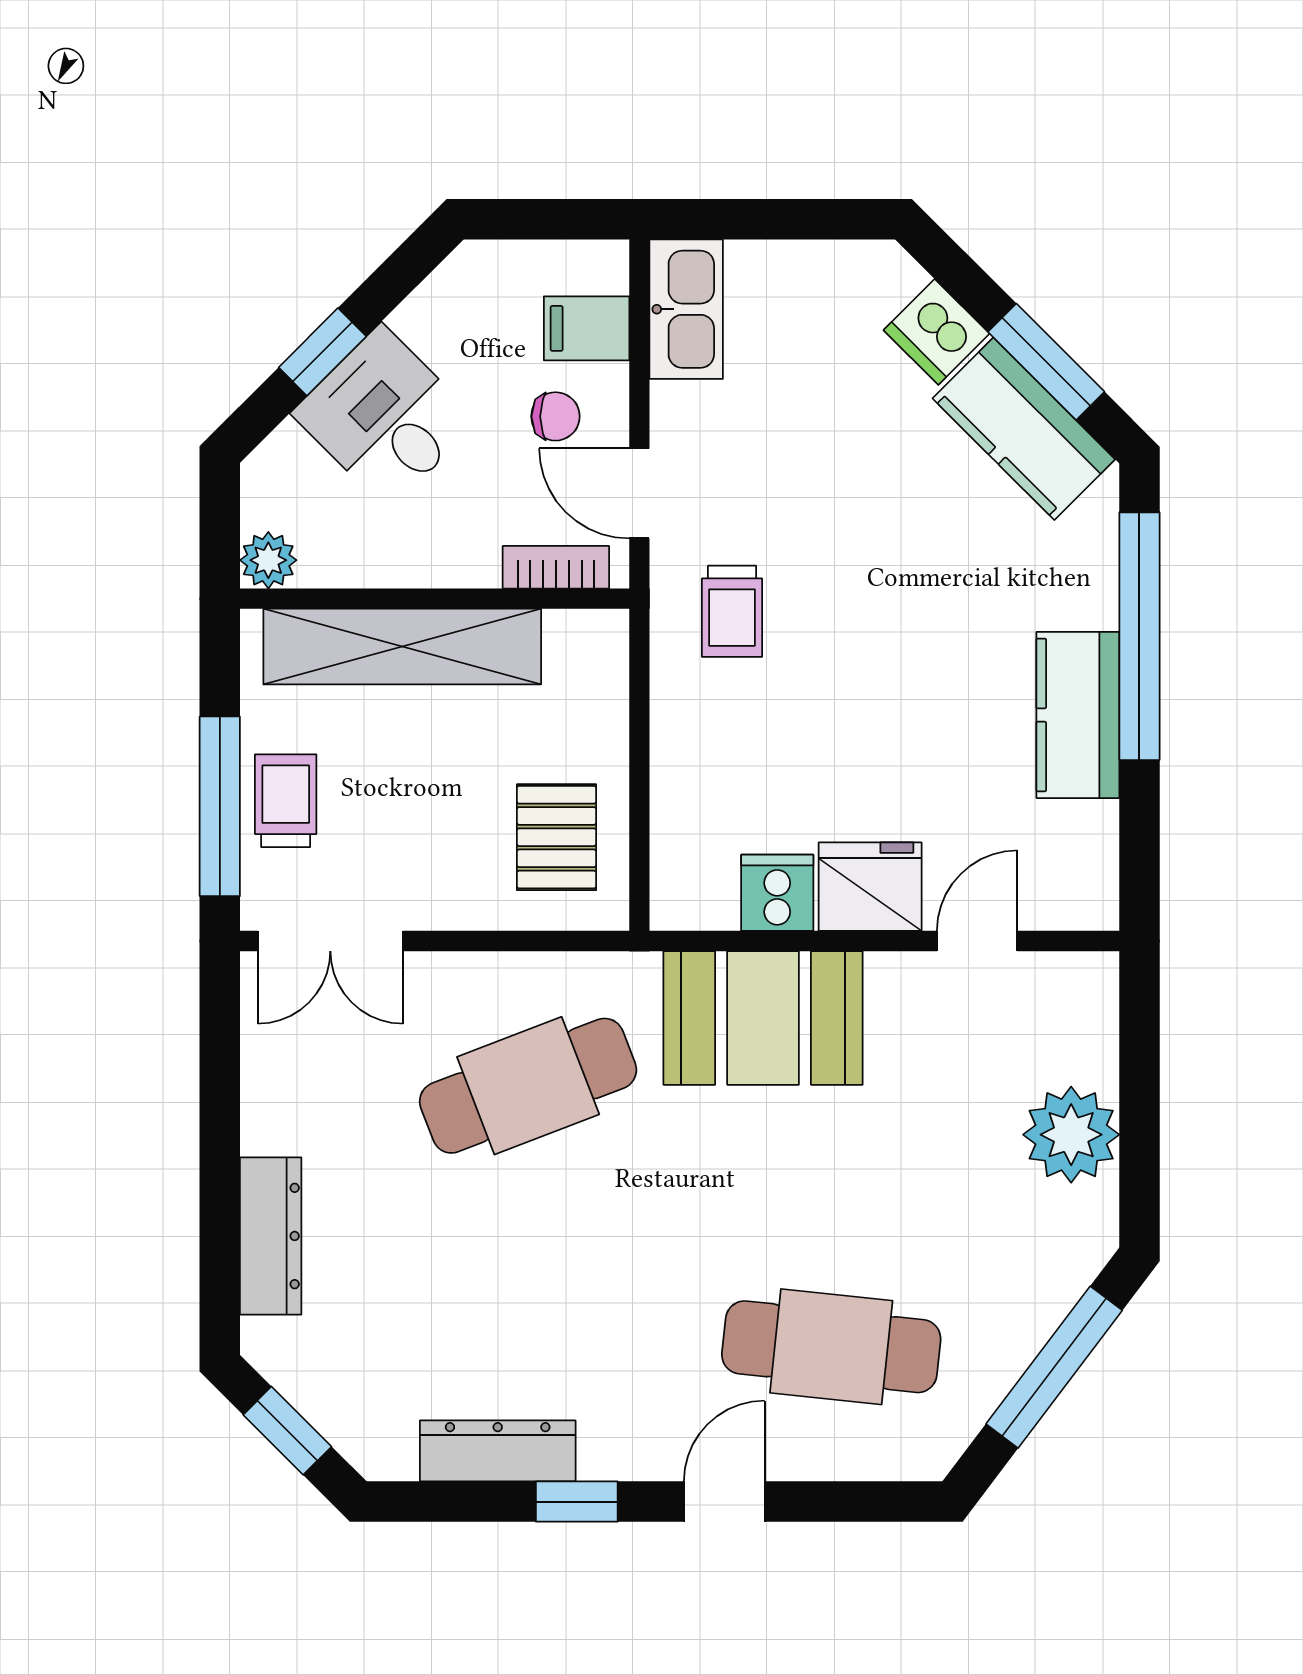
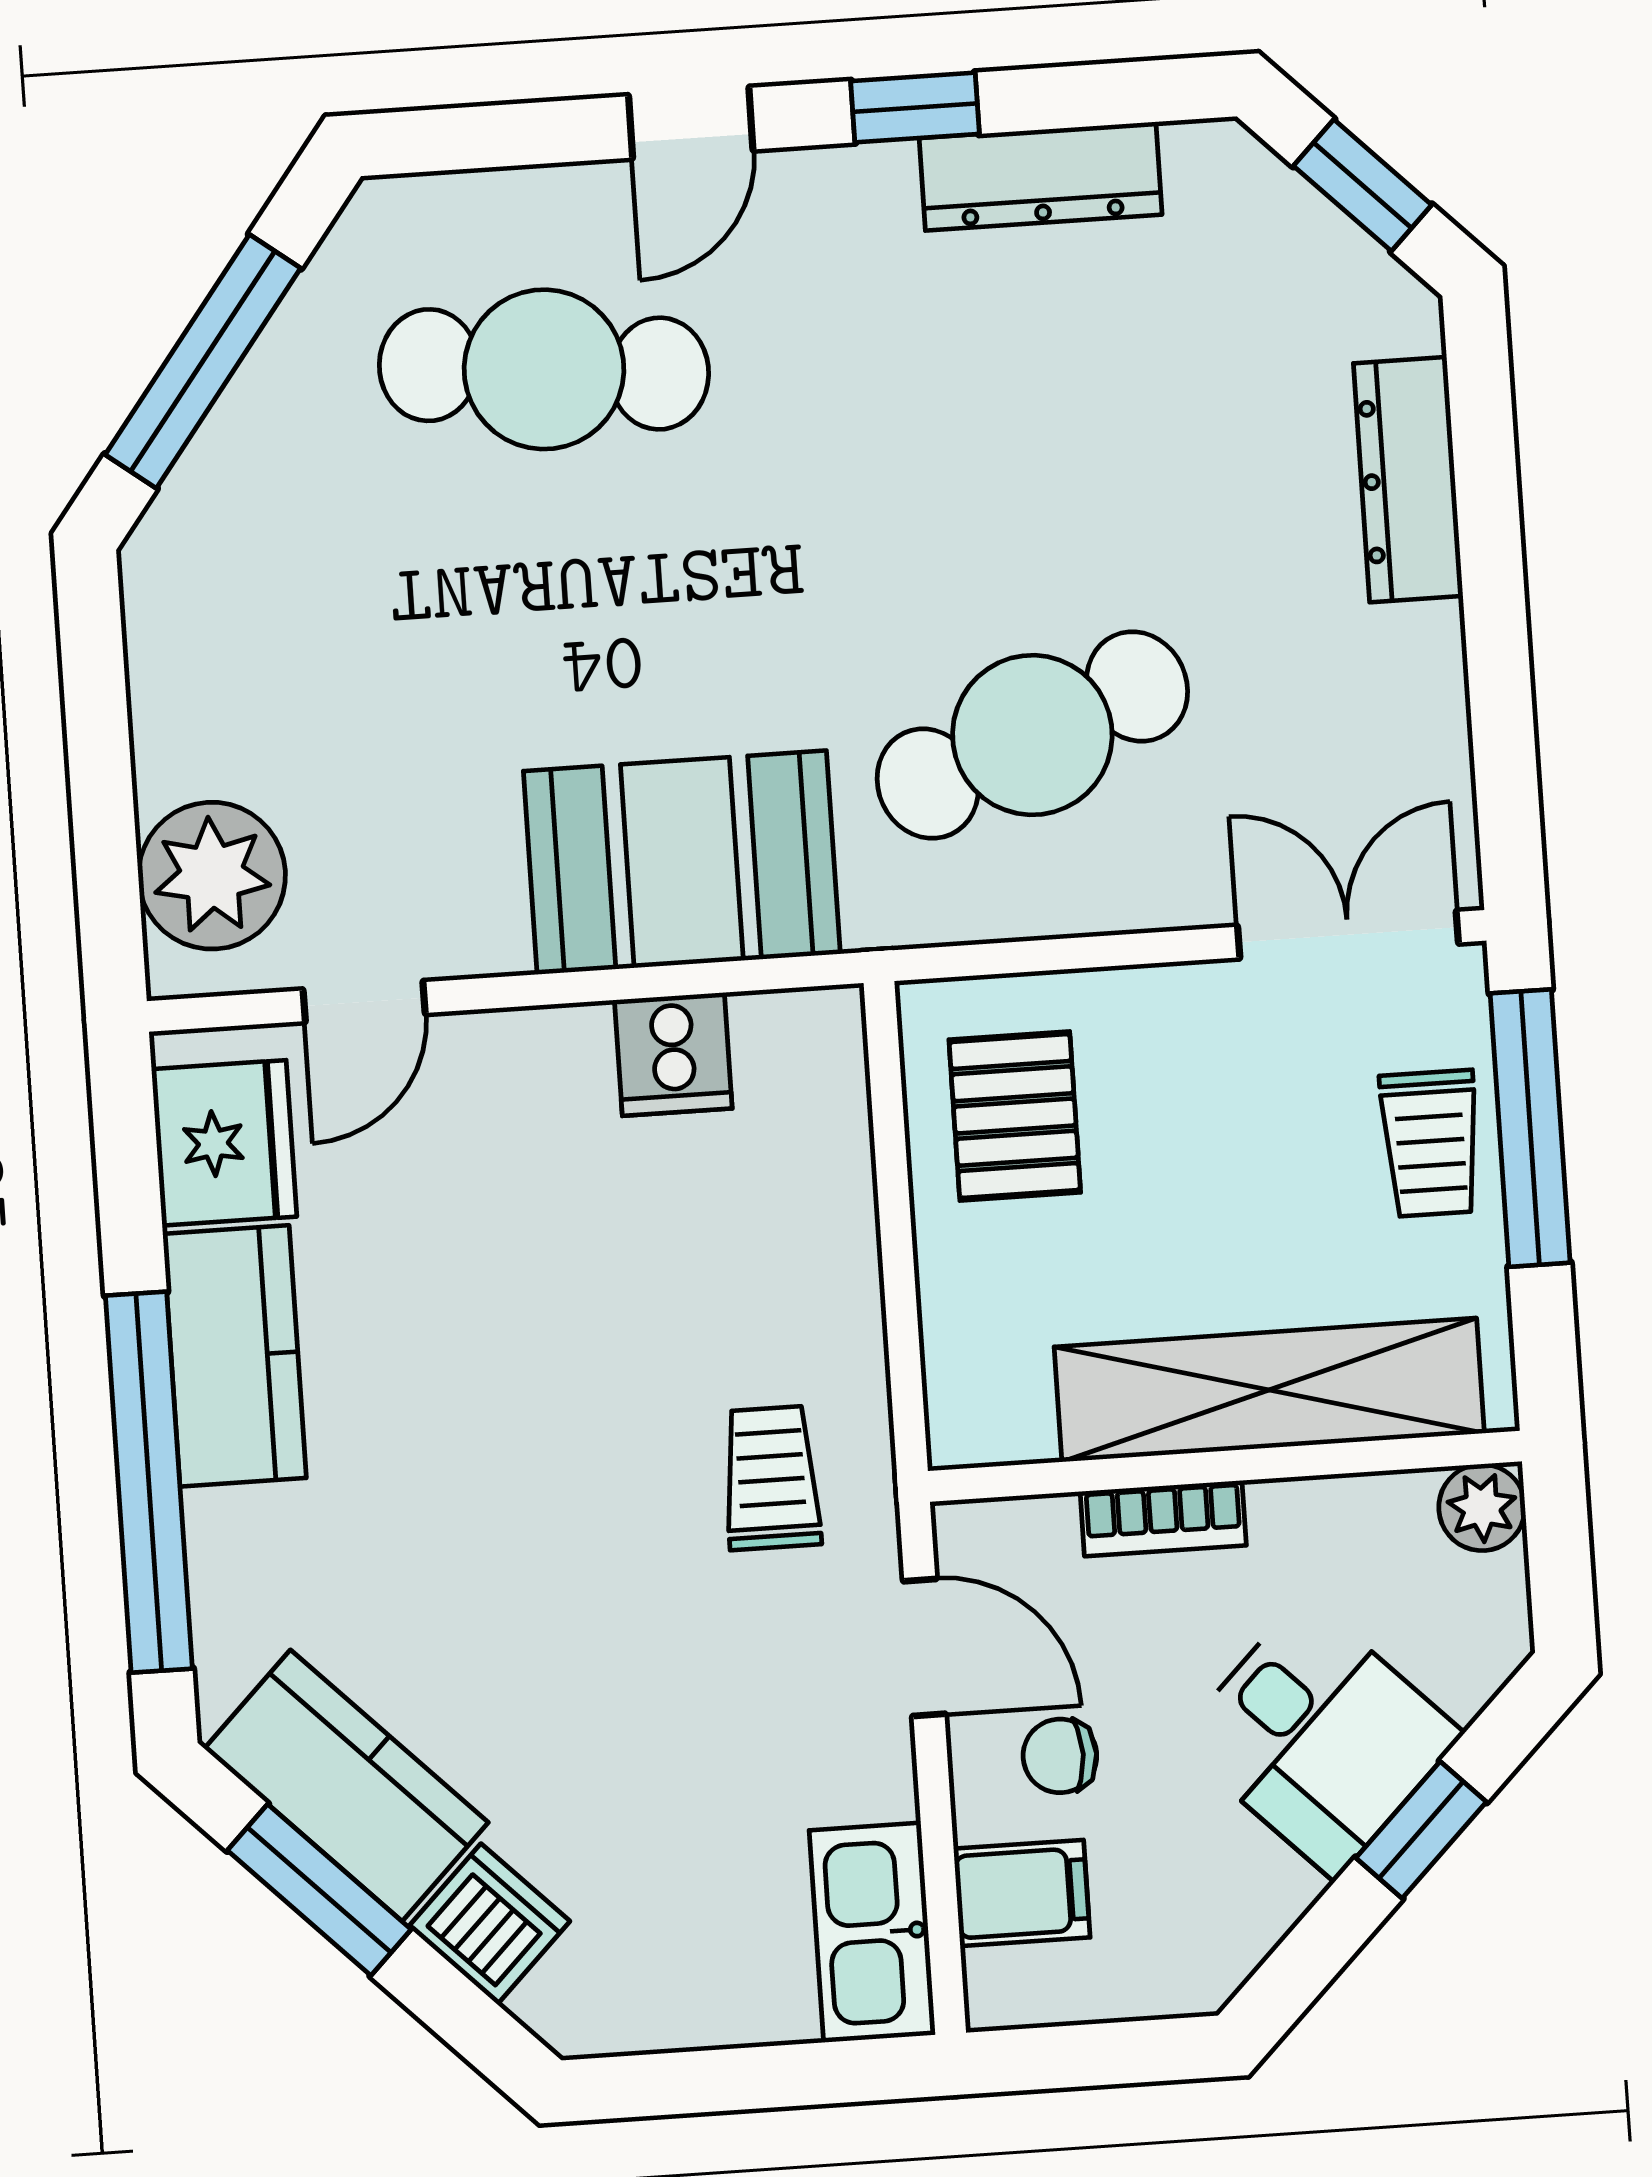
bookcase: (556, 567) -> (1163, 1518), moved
fridge: (870, 887) -> (224, 1143), moved, turned -90
plant: (1071, 1135) -> (212, 876), moved

